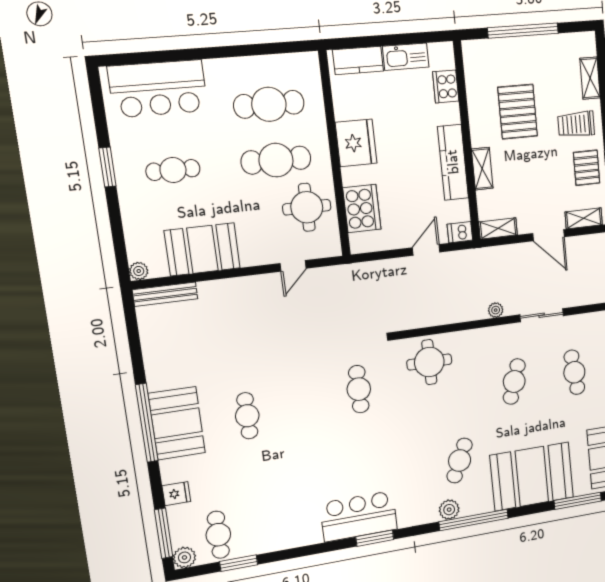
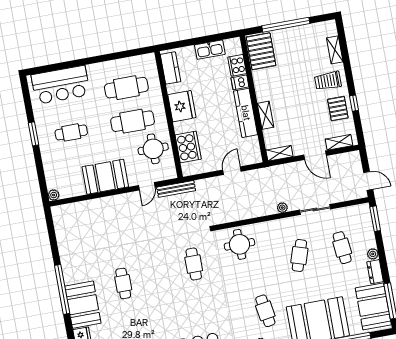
kitchen counter: (358, 60) -> (171, 68), moved, turned -90
pallet: (518, 112) -> (261, 51), moved
dishwasher: (460, 232) -> (240, 82), moved
booth: (202, 249) -> (105, 177), moved
bench: (165, 294) -> (176, 189), moved
booth: (177, 423) -> (83, 305), moved
cafe table: (460, 461) -> (265, 311), turned -33

